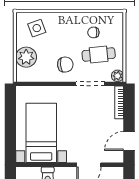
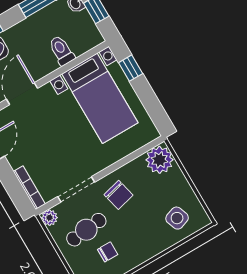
plant: (26, 57) -> (160, 160), moved
chair: (65, 65) -> (119, 195), turned -98
window: (10, 141) -> (131, 68), added

